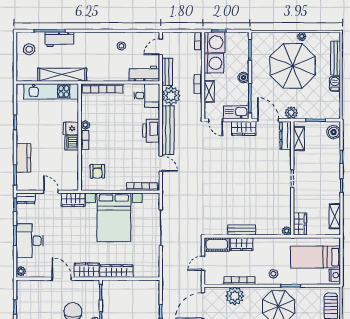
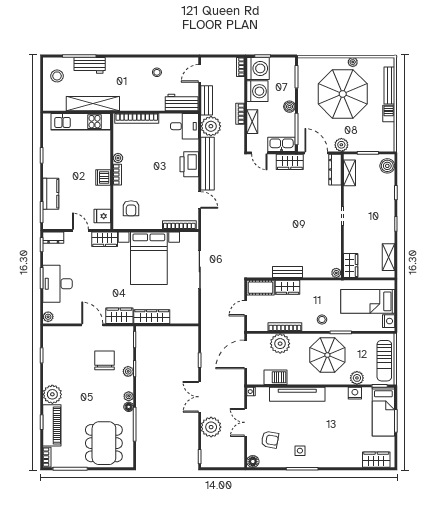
fridge: (71, 128) -> (102, 216), moved

